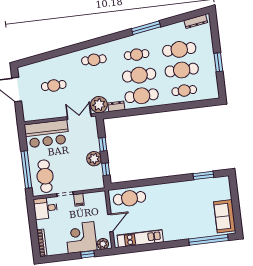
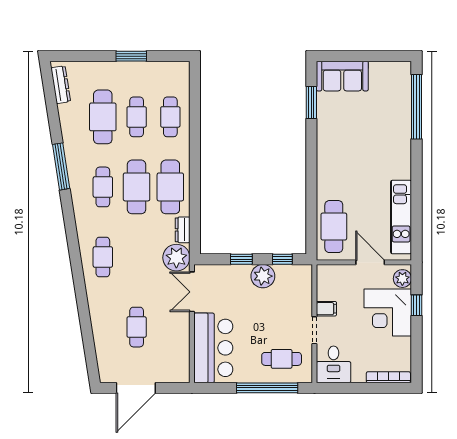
cafe table: (182, 70) -> (137, 117), width x0.73, depth x0.74
cafe table: (45, 176) -> (282, 359), width x0.73, depth x0.74
sofa: (225, 216) -> (342, 76), moved

